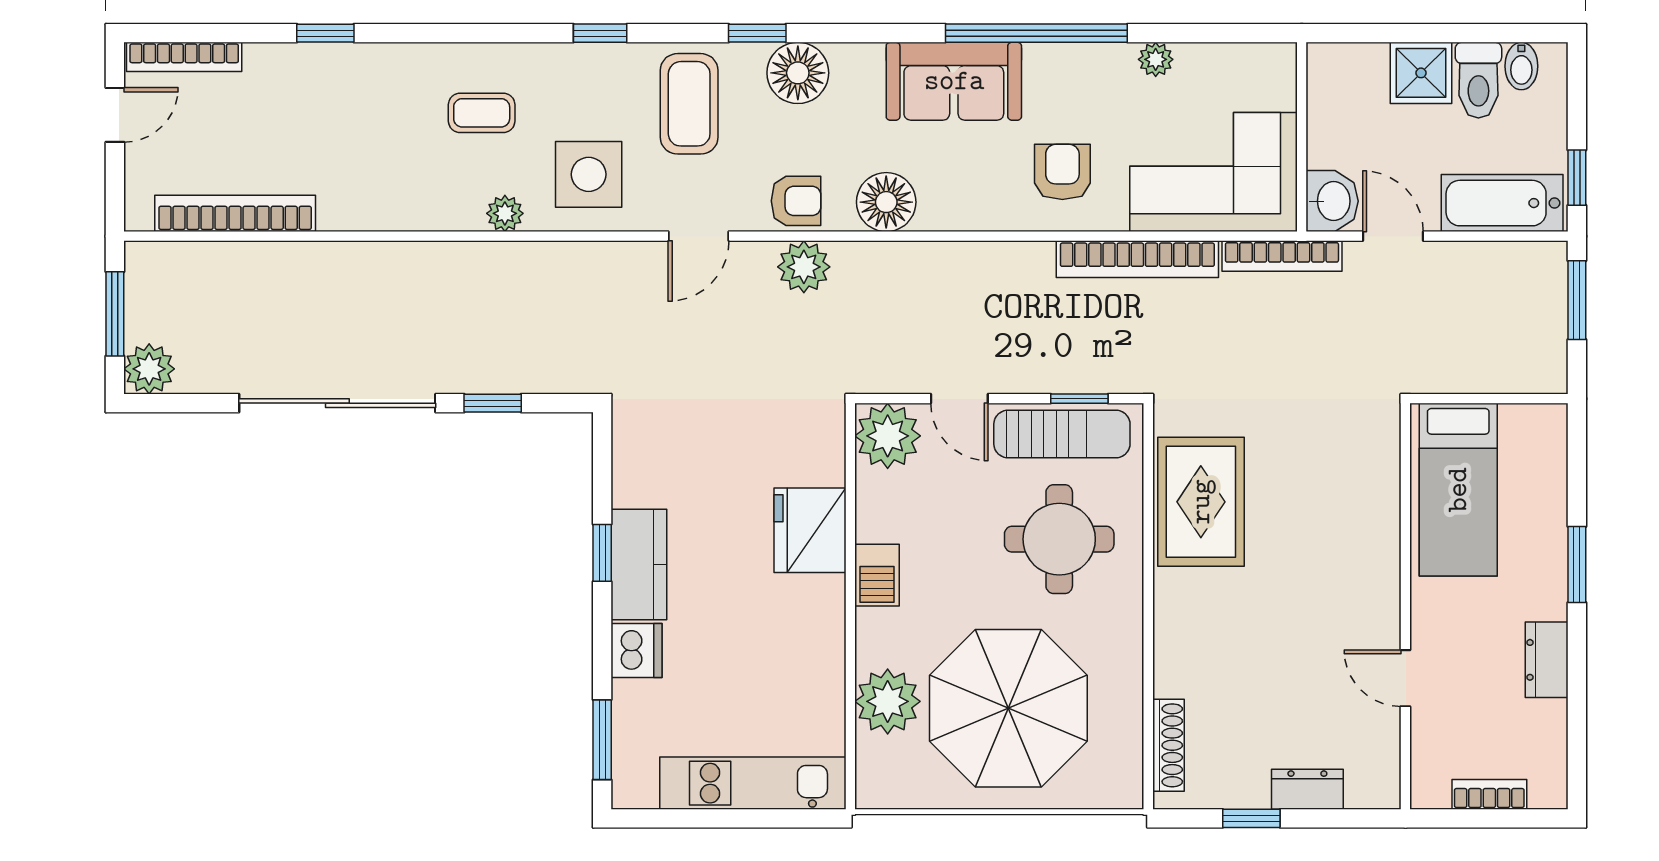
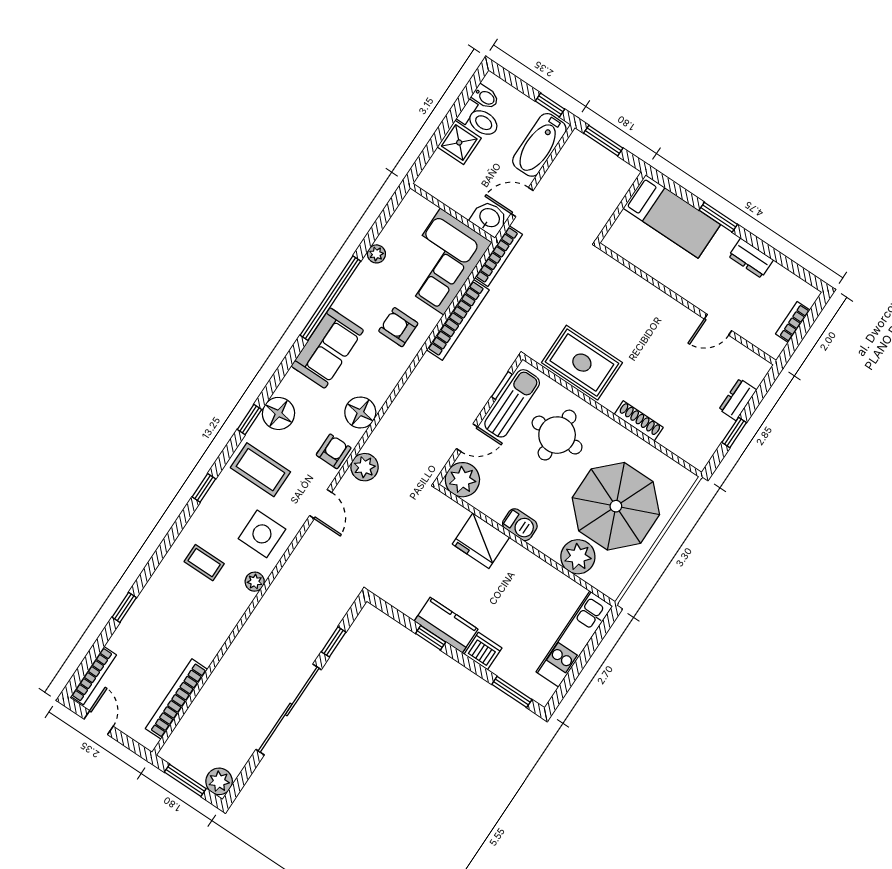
coffee table: (482, 113) -> (204, 563), turned 90
bed: (1458, 490) -> (672, 216), moved
shoe rack: (1168, 745) -> (639, 421), moved

